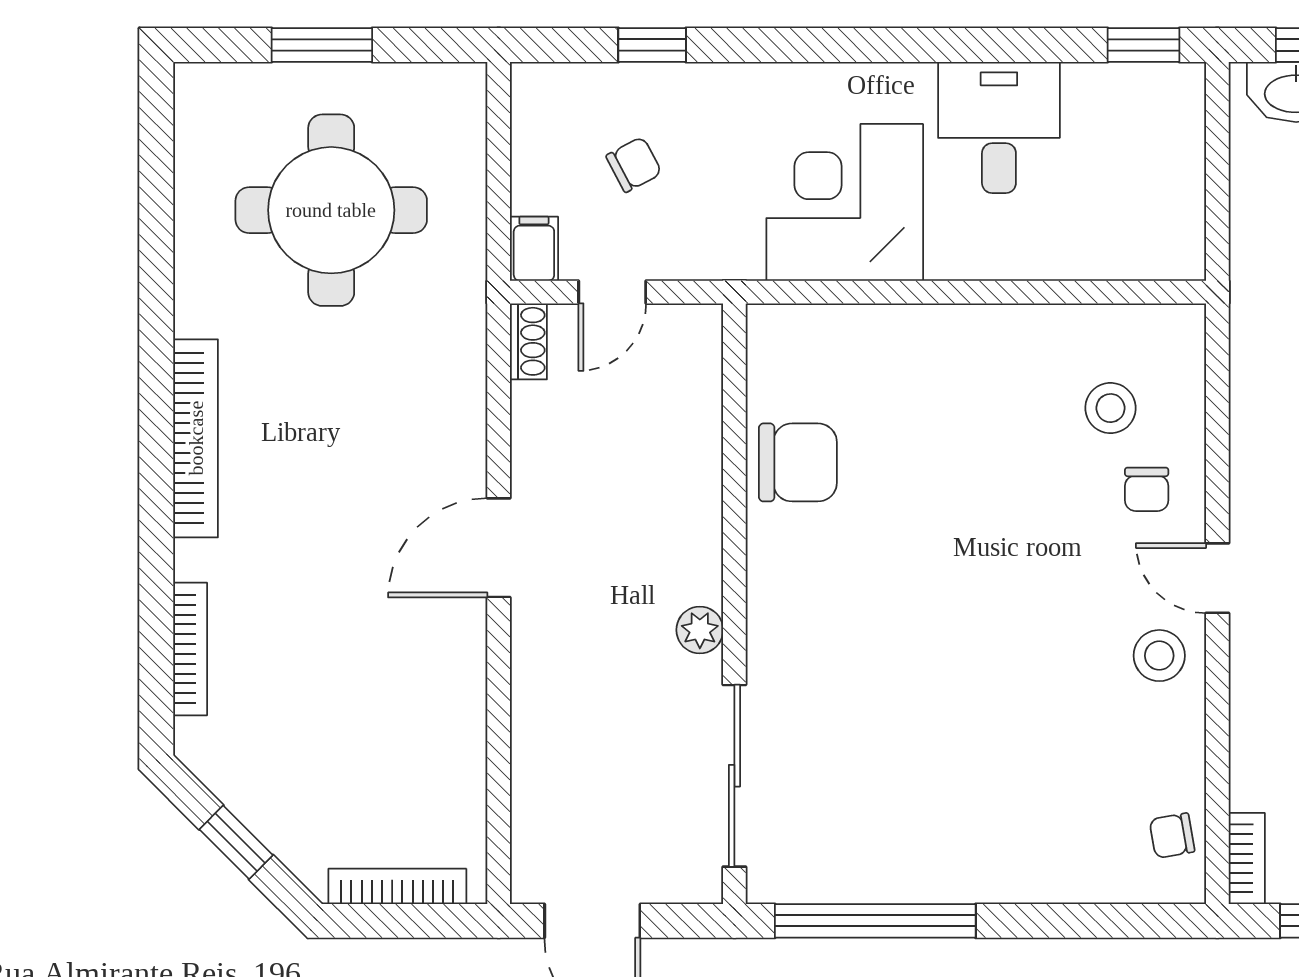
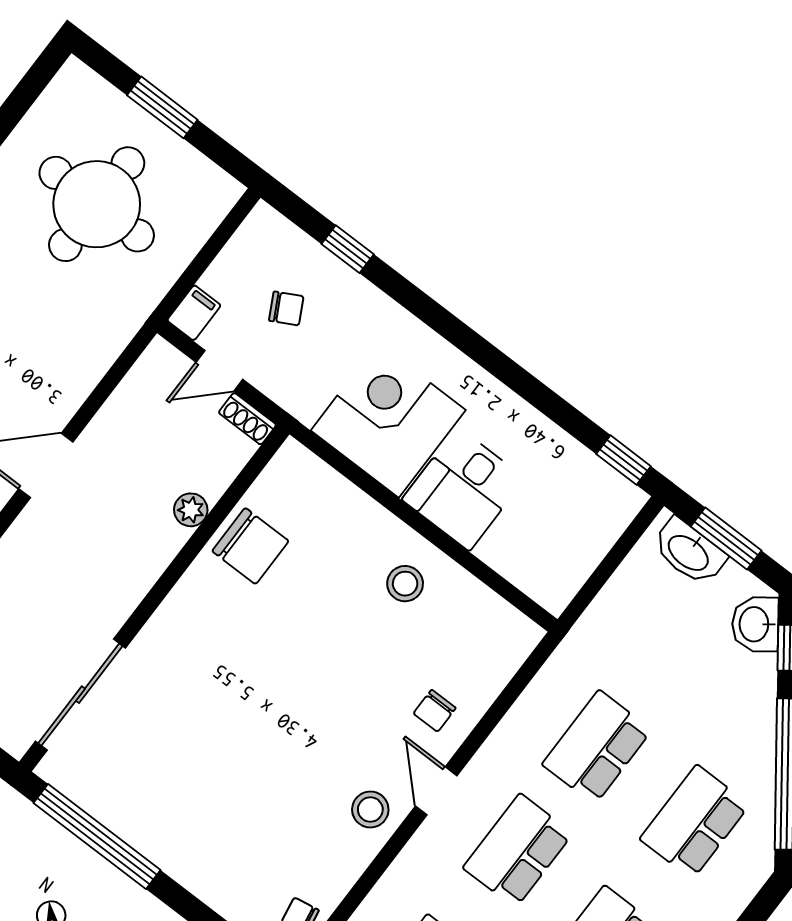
desk: (999, 127) -> (463, 489), moved, turned 180
shoe rack: (528, 341) -> (247, 419), moved, turned 90
stool: (1110, 408) -> (405, 584), moved
plant: (700, 630) -> (191, 510), moved

